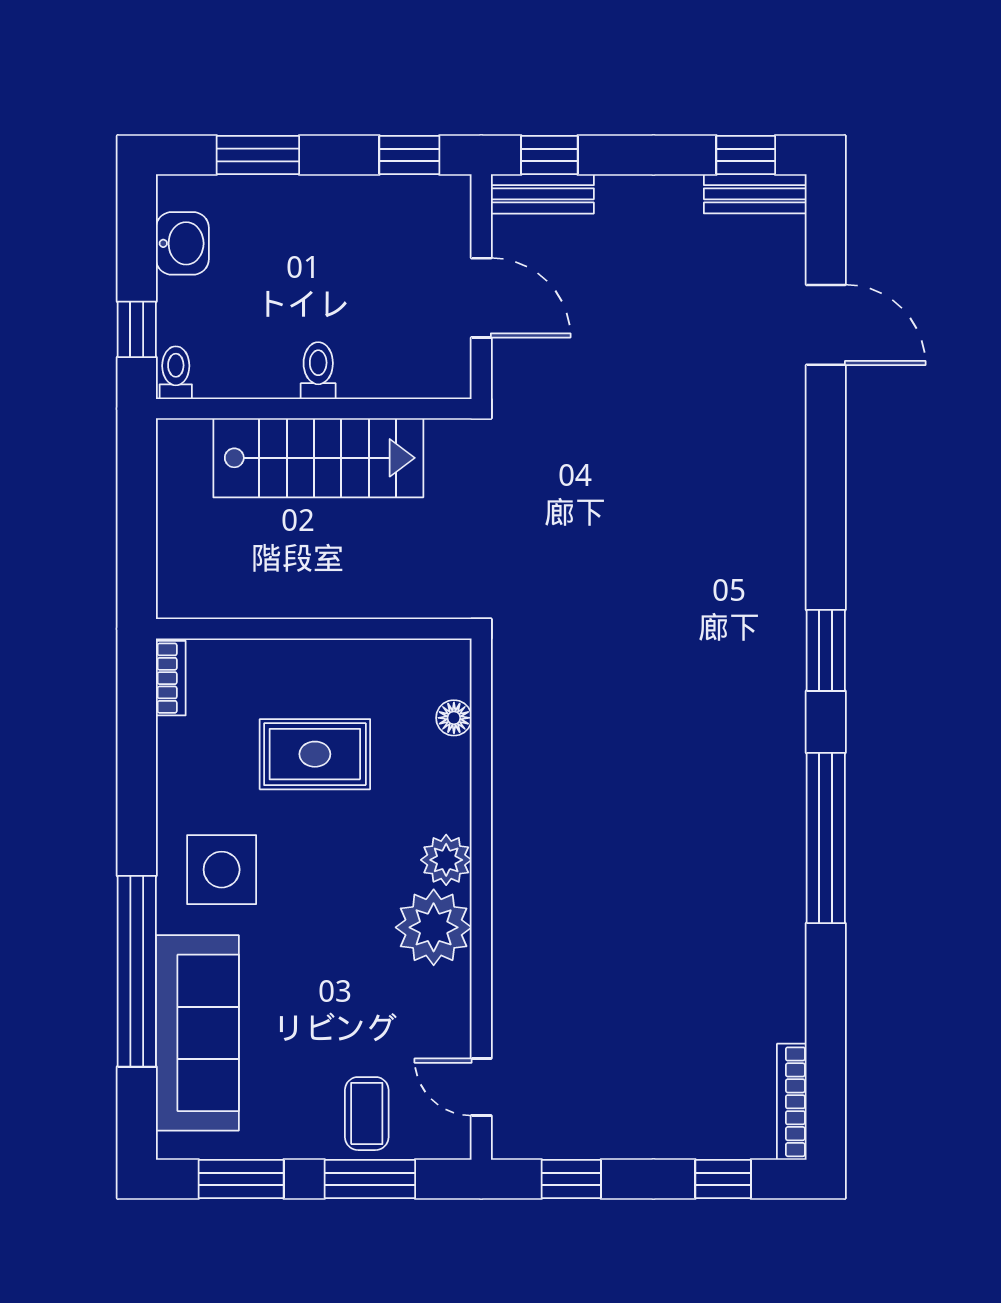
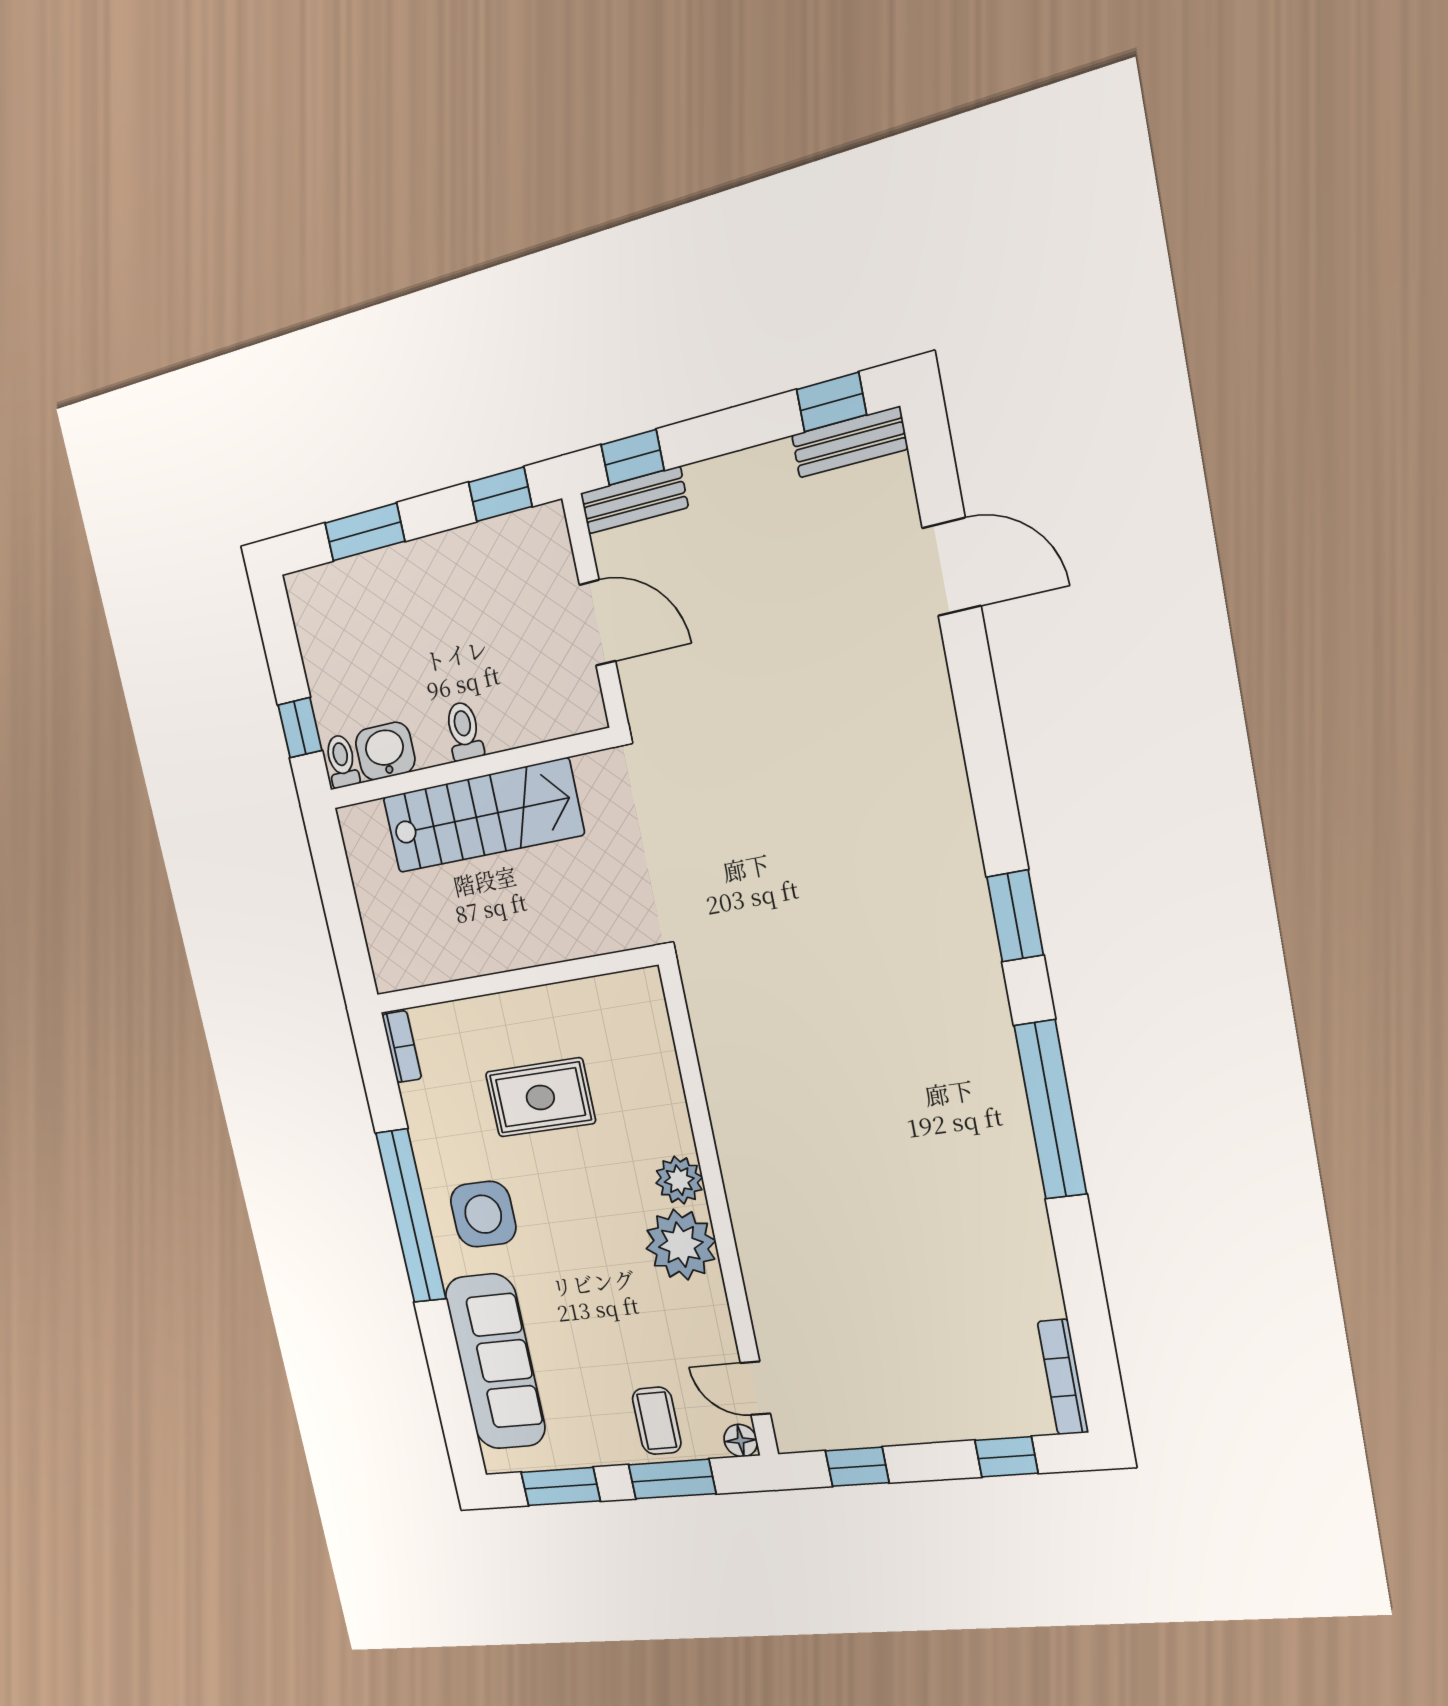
washbasin: (182, 243) -> (385, 751), moved, turned -90
floor lamp: (454, 718) -> (741, 1441), moved
window: (137, 971) -> (411, 1216), moved

